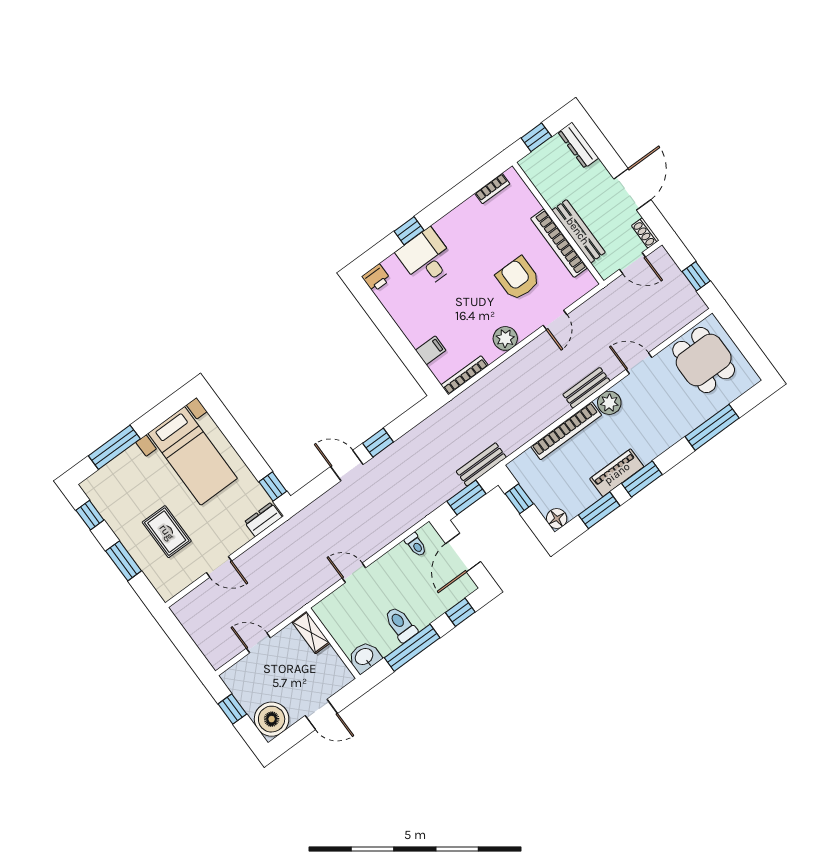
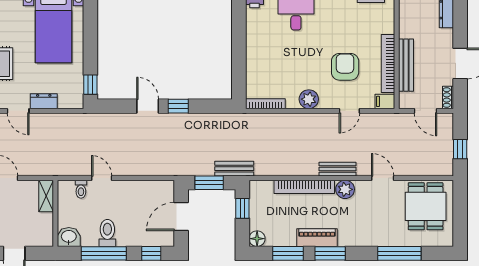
filing cabinet: (431, 350) -> (385, 101), moved, turned 180
dresser: (263, 519) -> (44, 101), moved
toilet: (416, 545) -> (81, 189), moved

